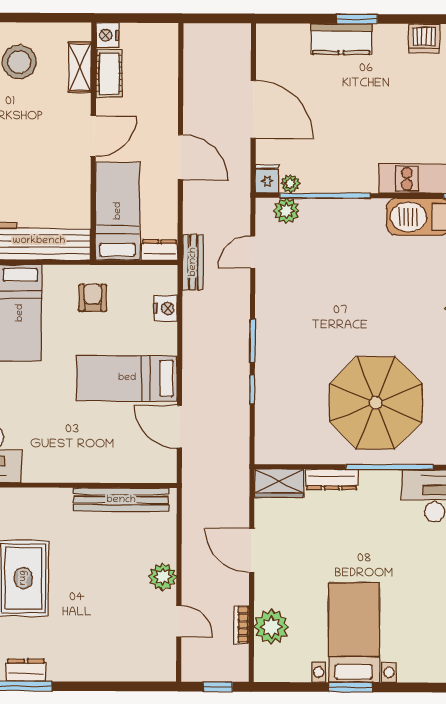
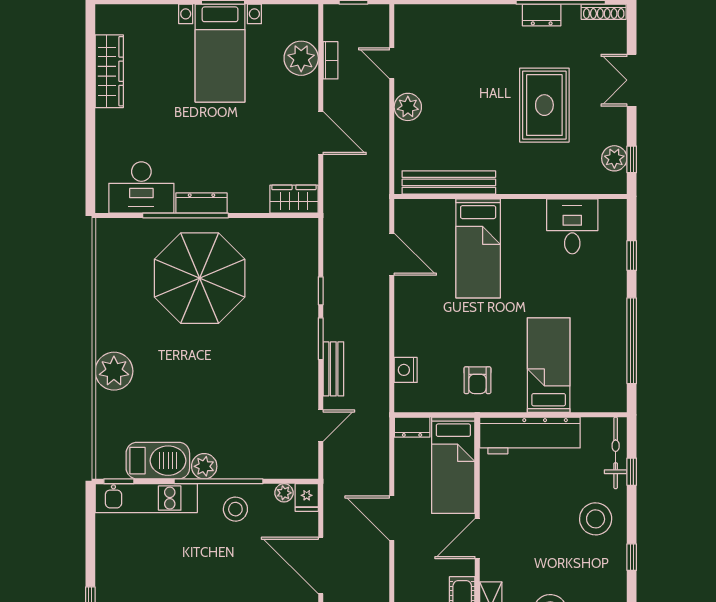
stool: (340, 167) -> (235, 509), added
window: (325, 195) -> (219, 481), moved
plant: (286, 211) -> (204, 466), moved
bench: (193, 262) -> (333, 369), moved
bed: (127, 378) -> (478, 248), moved, turned 90
dresser: (332, 479) -> (201, 203), moved

